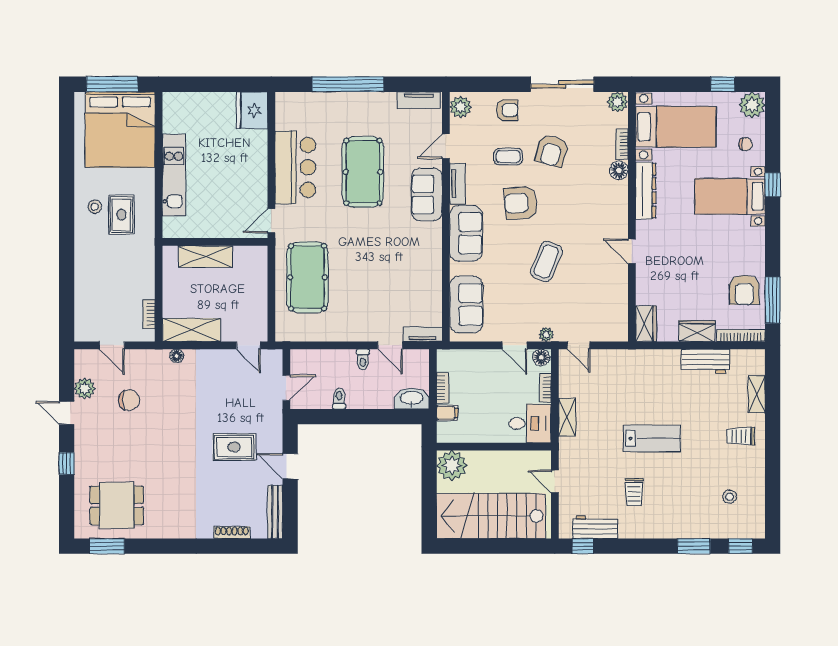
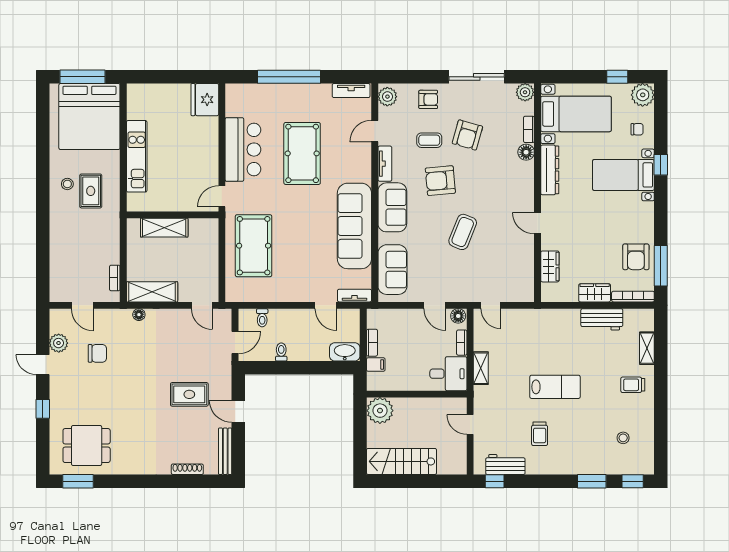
sofa: (427, 194) -> (354, 226), moved, width x1.85, depth x1.27
wardrobe: (646, 324) -> (550, 266), moved
plant: (546, 334) -> (463, 296), removed
toilet: (363, 359) -> (262, 318), moved
stairs: (491, 516) -> (401, 461), width x0.73, depth x0.66

